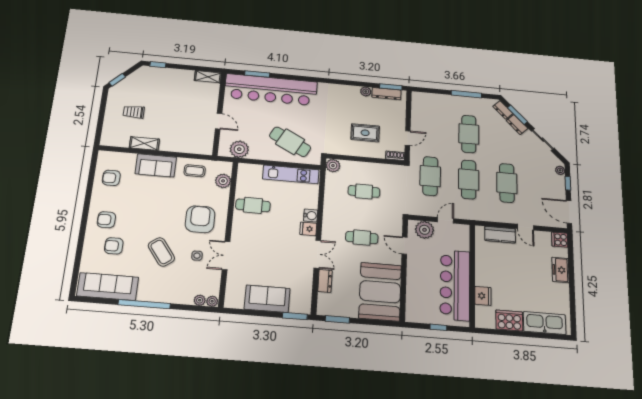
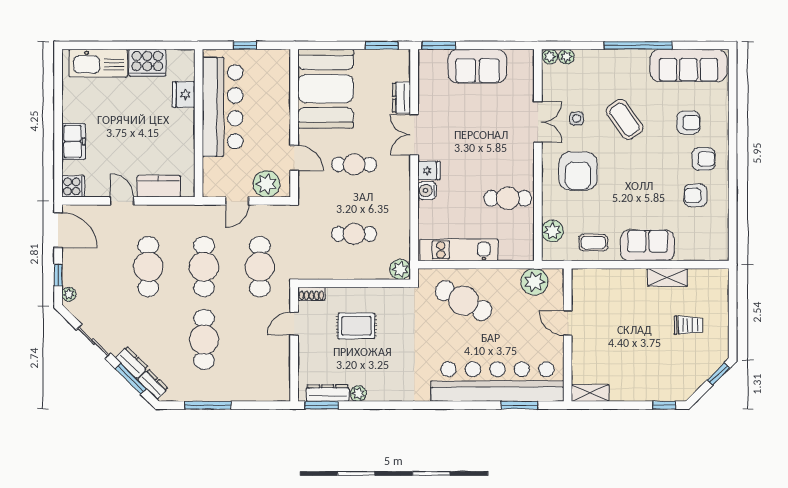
armchair: (111, 178) -> (695, 195), moved, turned 180

